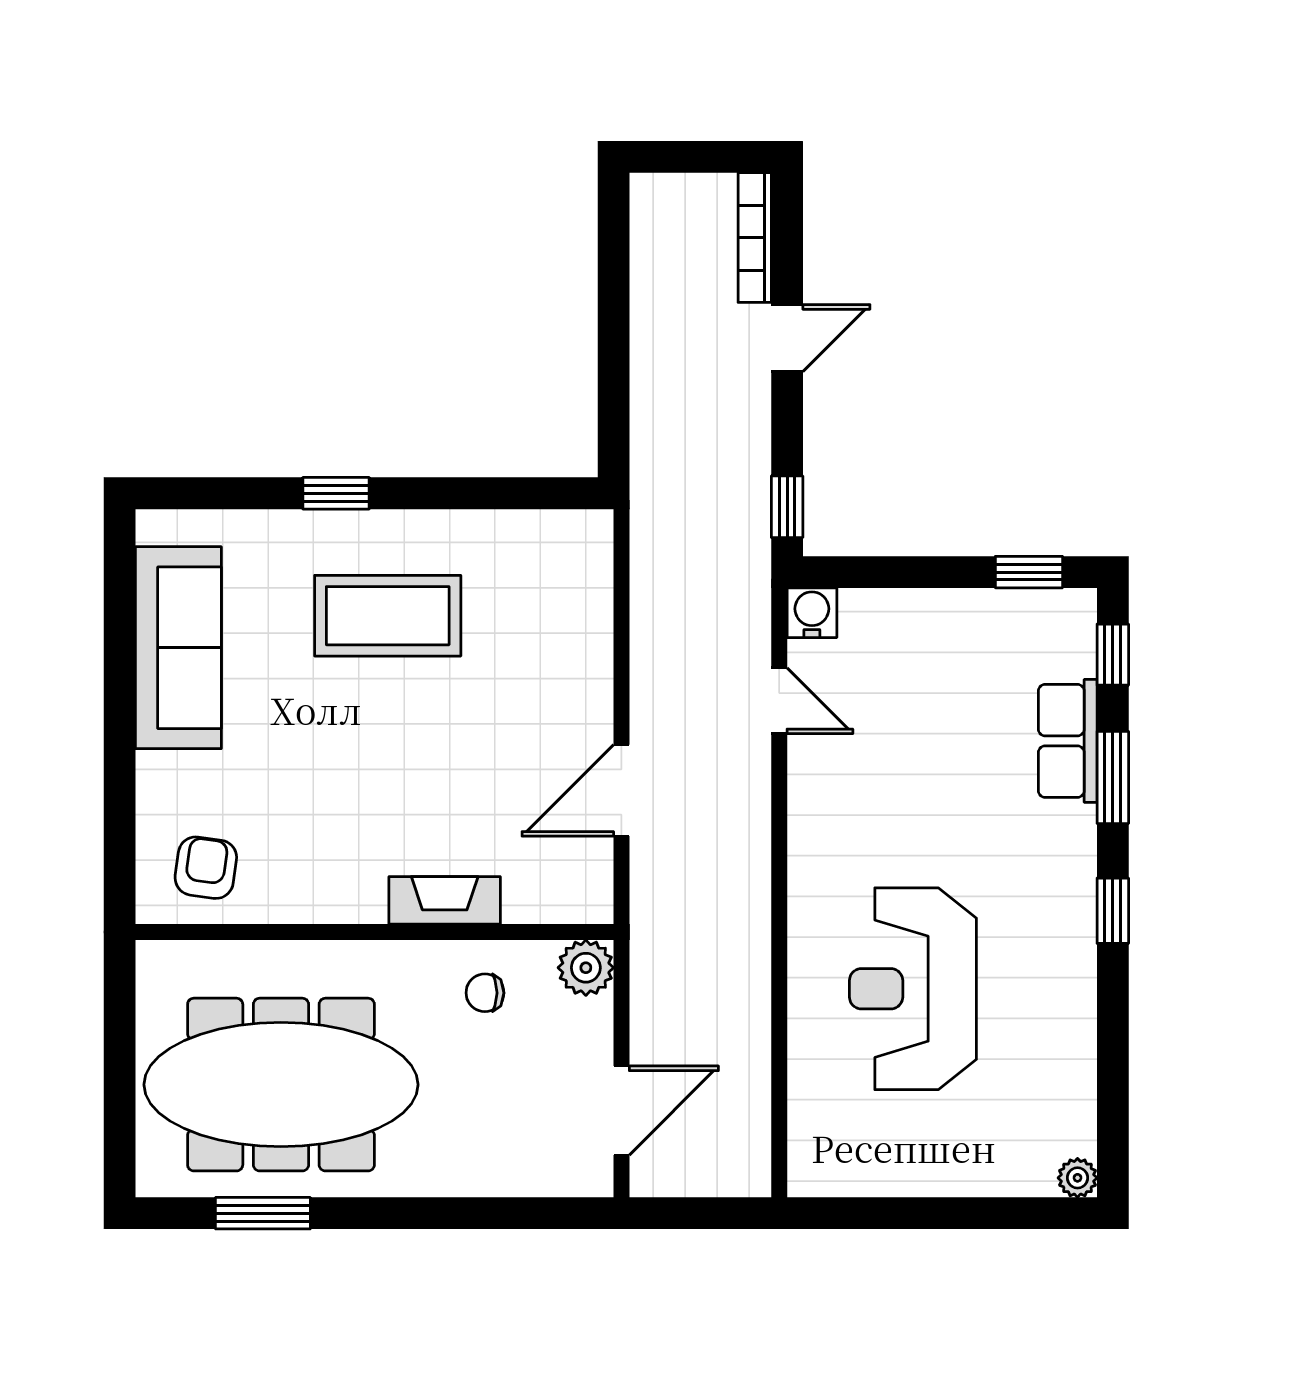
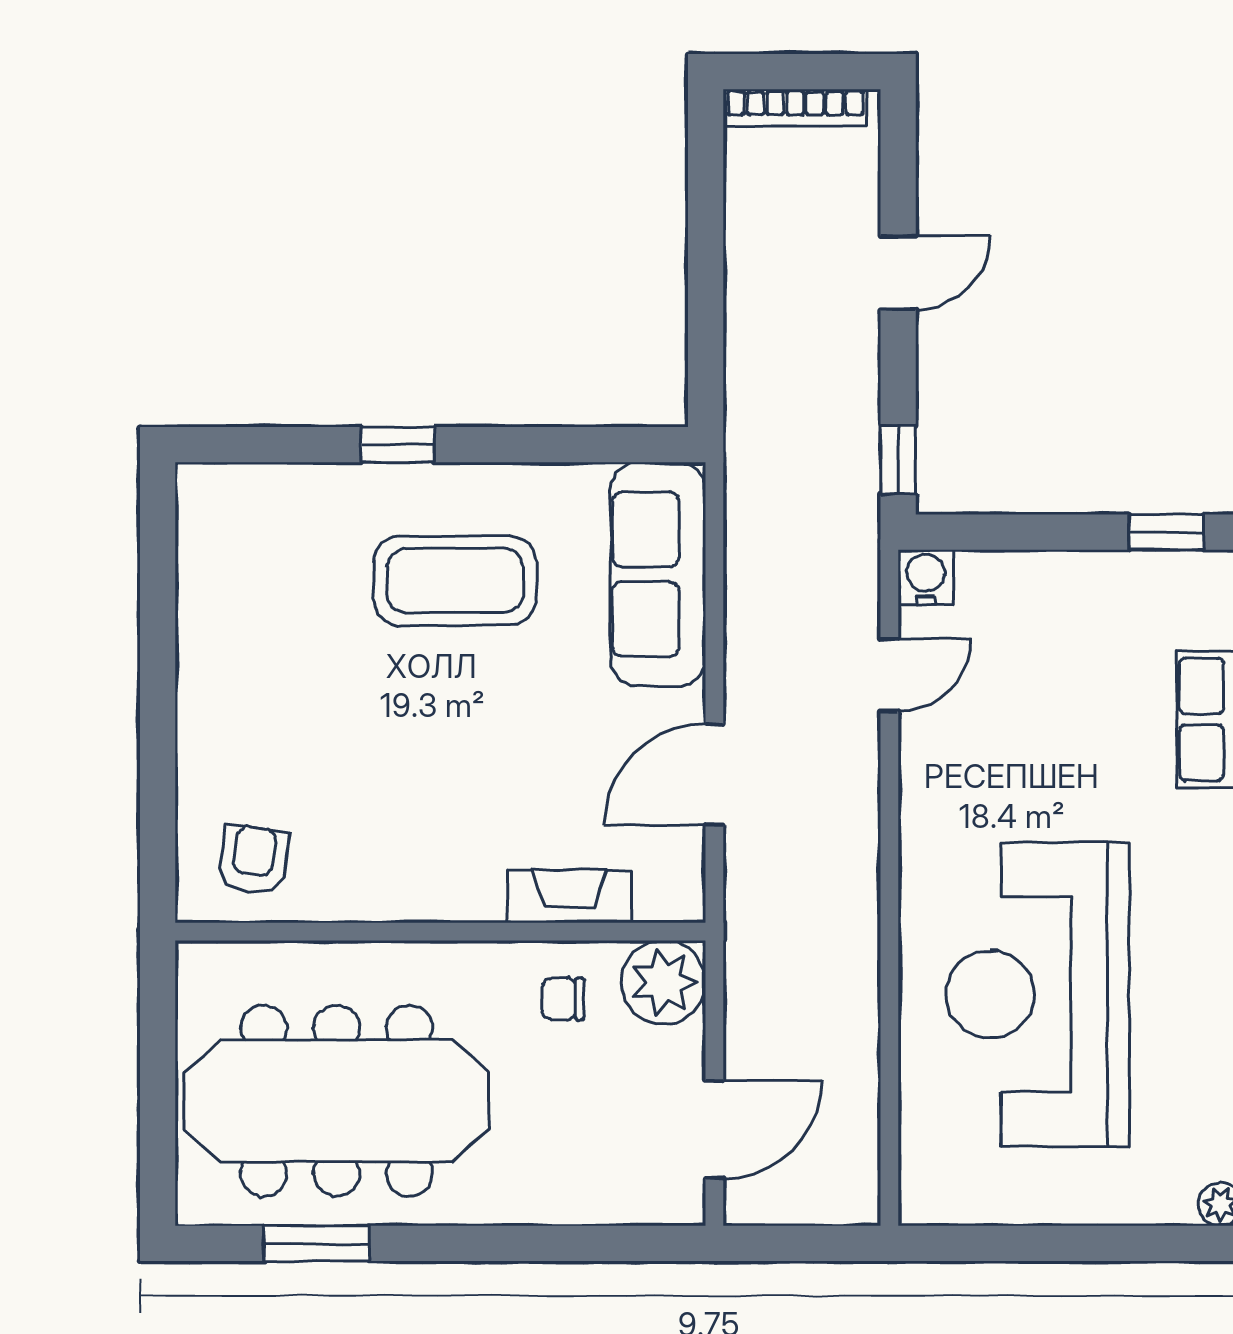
bookcase: (755, 238) -> (795, 107), moved, turned -90
sofa: (178, 648) -> (658, 574), moved, turned 180
door: (779, 701) -> (889, 675), hinge flipped
fireplace: (445, 900) -> (570, 896), moved
plant: (586, 968) -> (664, 982), width x1.36, depth x1.36
reception desk: (913, 989) -> (1038, 994), width x1.36, depth x1.30

